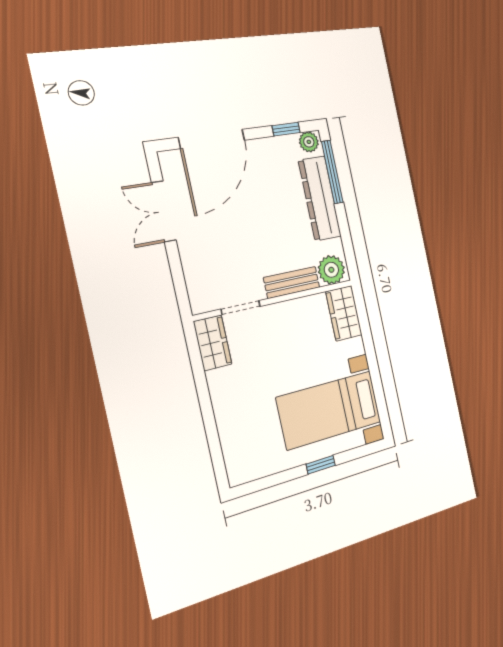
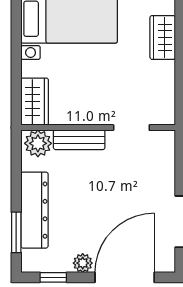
plant: (309, 142) -> (83, 263), moved
window: (332, 172) -> (16, 232), width x0.69
wardrobe: (213, 343) -> (163, 37), moved

